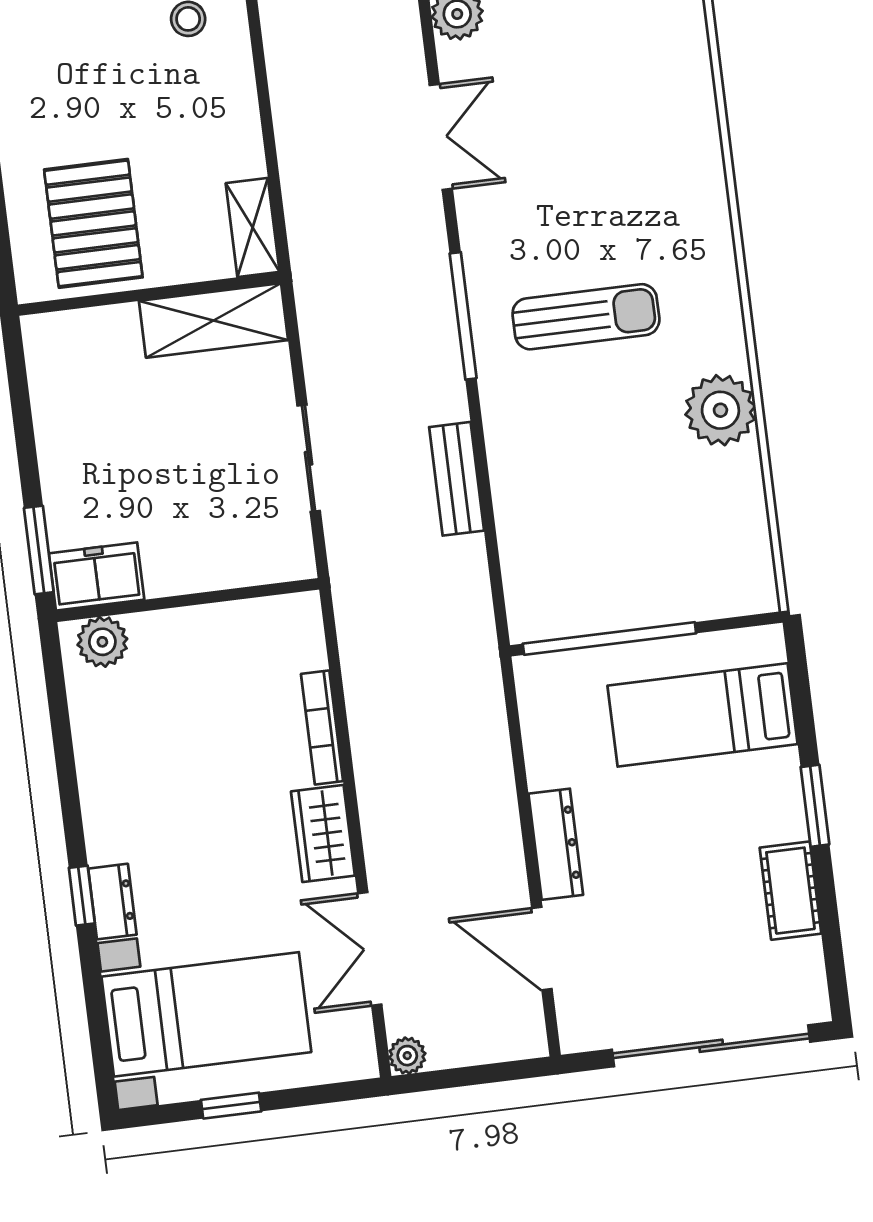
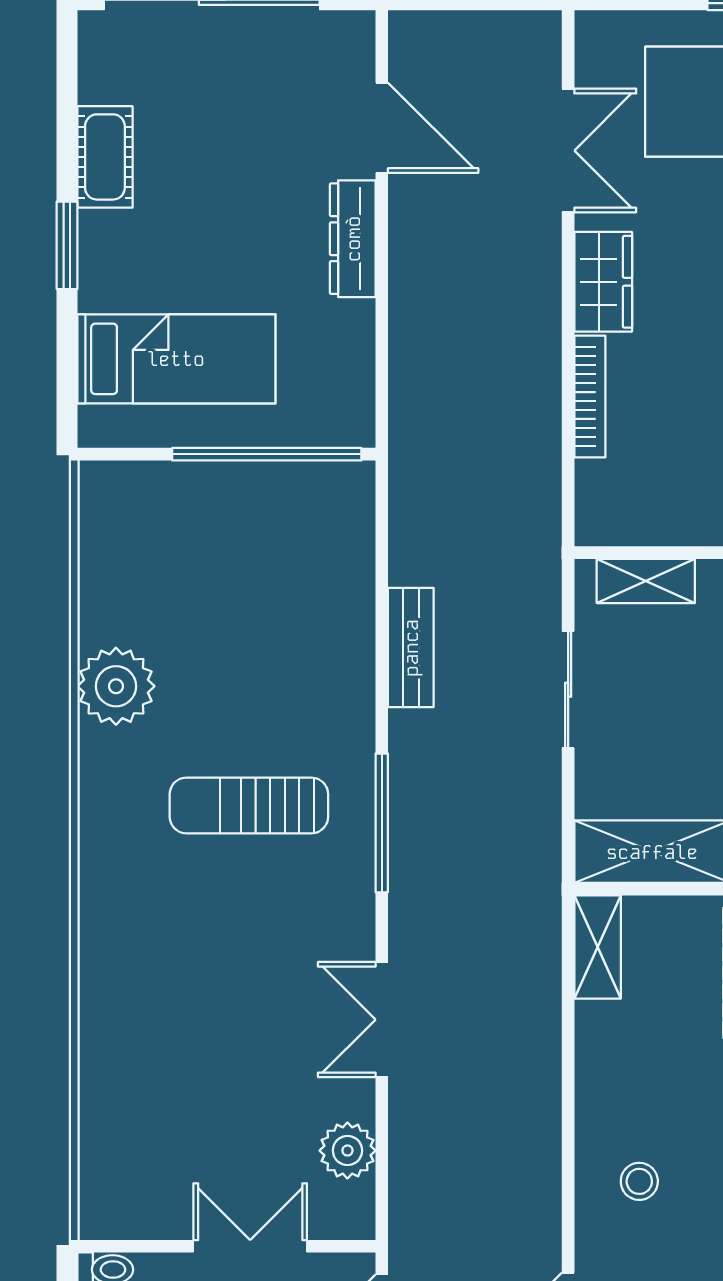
shelving: (250, 566) -> (646, 581), added
plant: (407, 1056) -> (542, 30), removed

